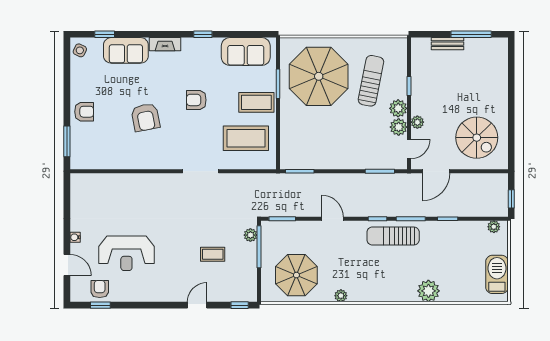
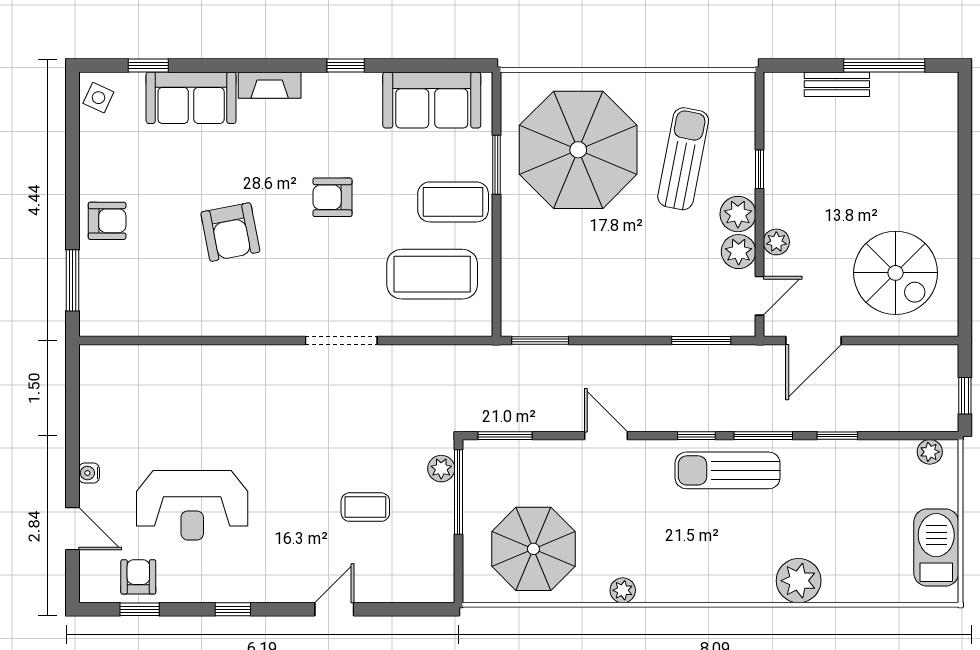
window: (240, 305) -> (233, 609), moved

